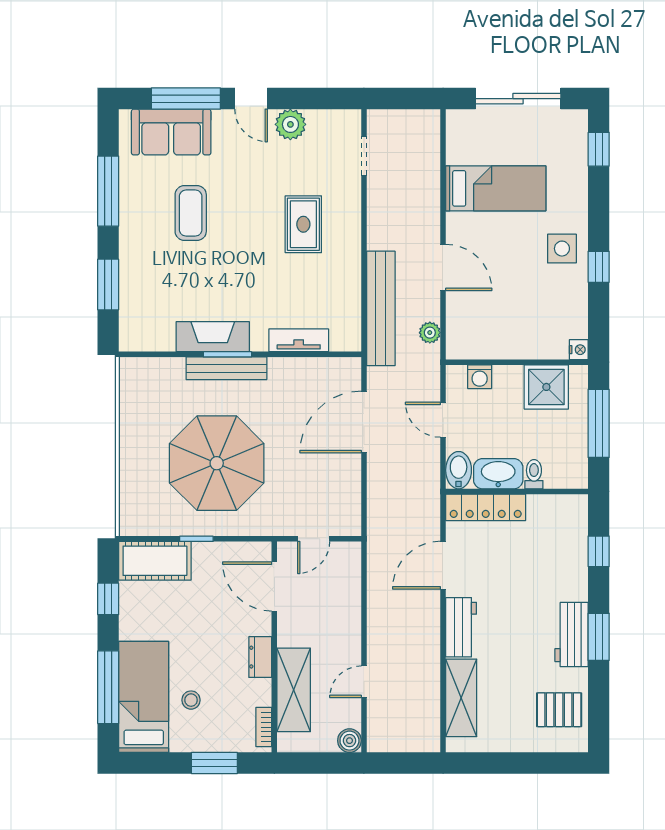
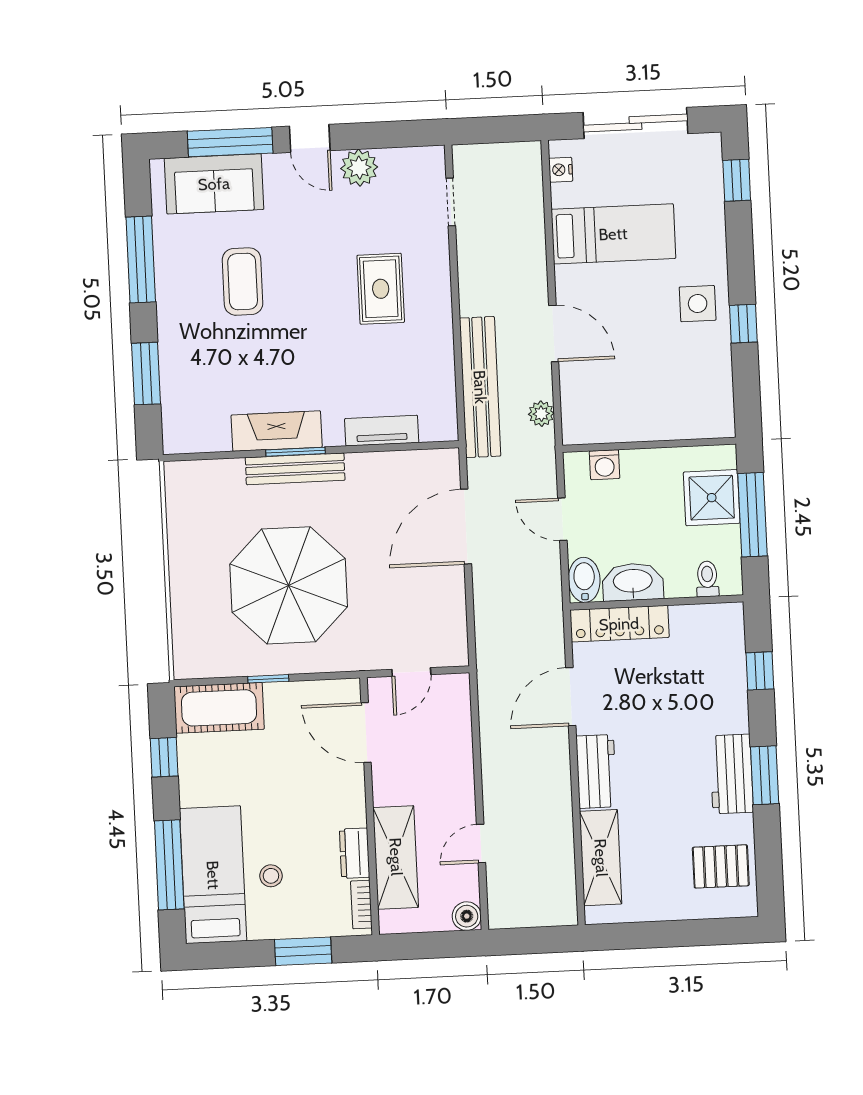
nightstand: (579, 350) -> (561, 170), moved, turned 180
shower: (546, 387) -> (712, 498), moved
toilet: (534, 474) -> (707, 579), moved
dresser: (260, 657) -> (355, 853), moved

